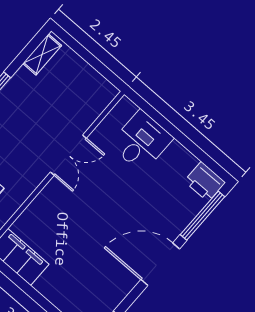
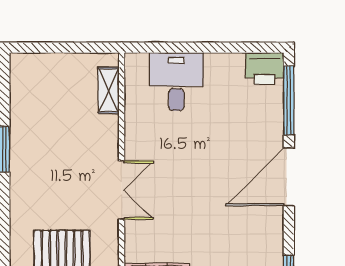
shelving: (42, 54) -> (109, 90), moved
double door: (68, 155) -> (122, 190), moved

